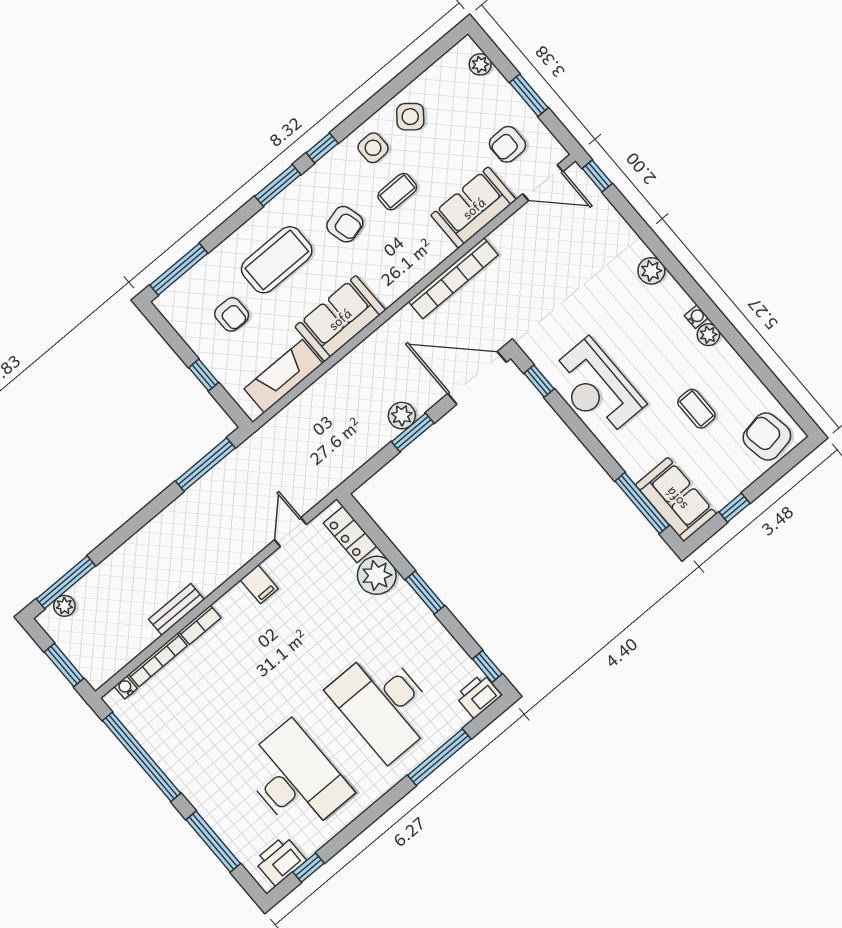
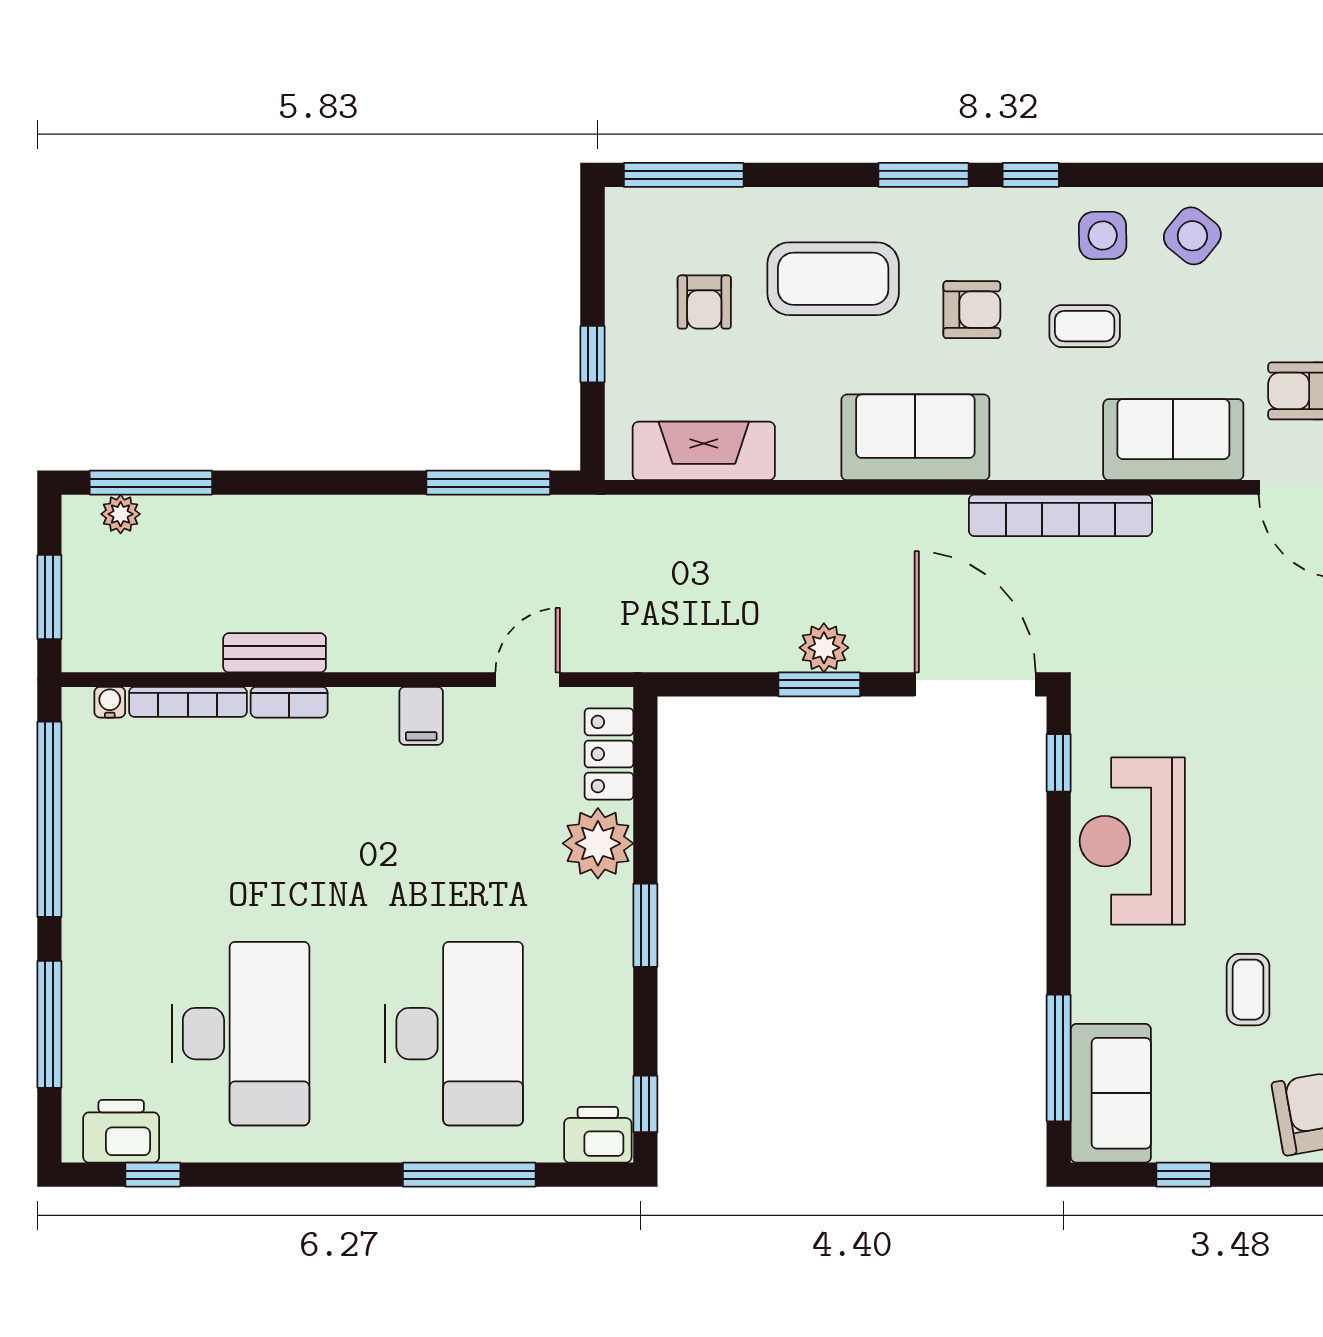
armchair: (345, 224) -> (972, 310), turned -75
sofa: (340, 319) -> (915, 437), moved
desk: (384, 704) -> (454, 1034), turned 180

